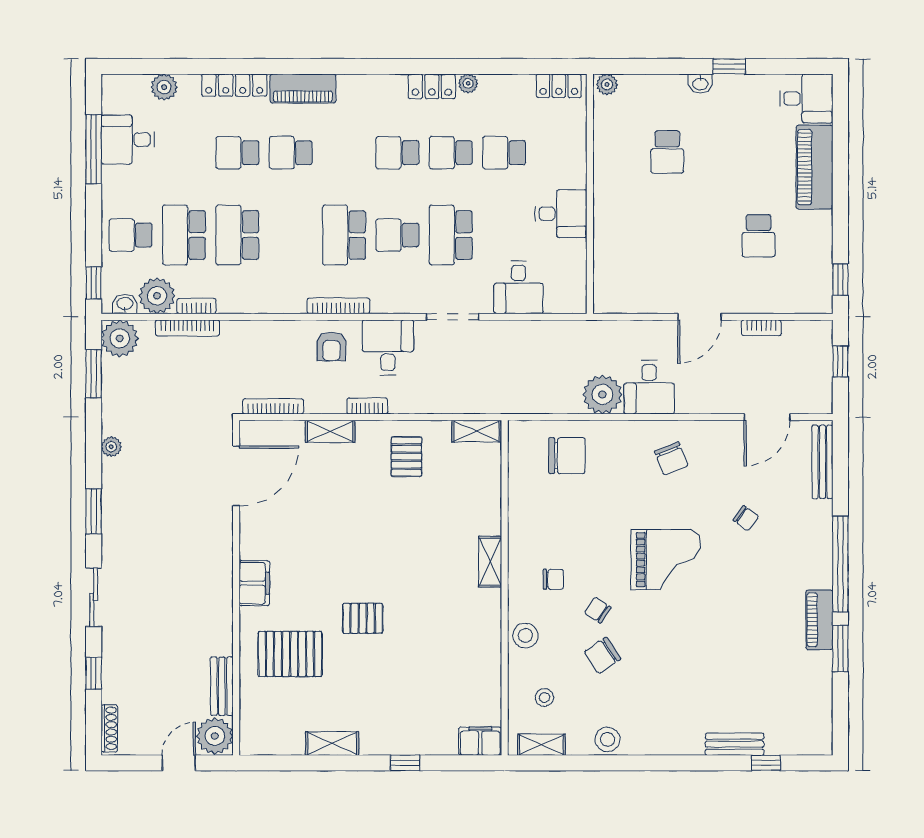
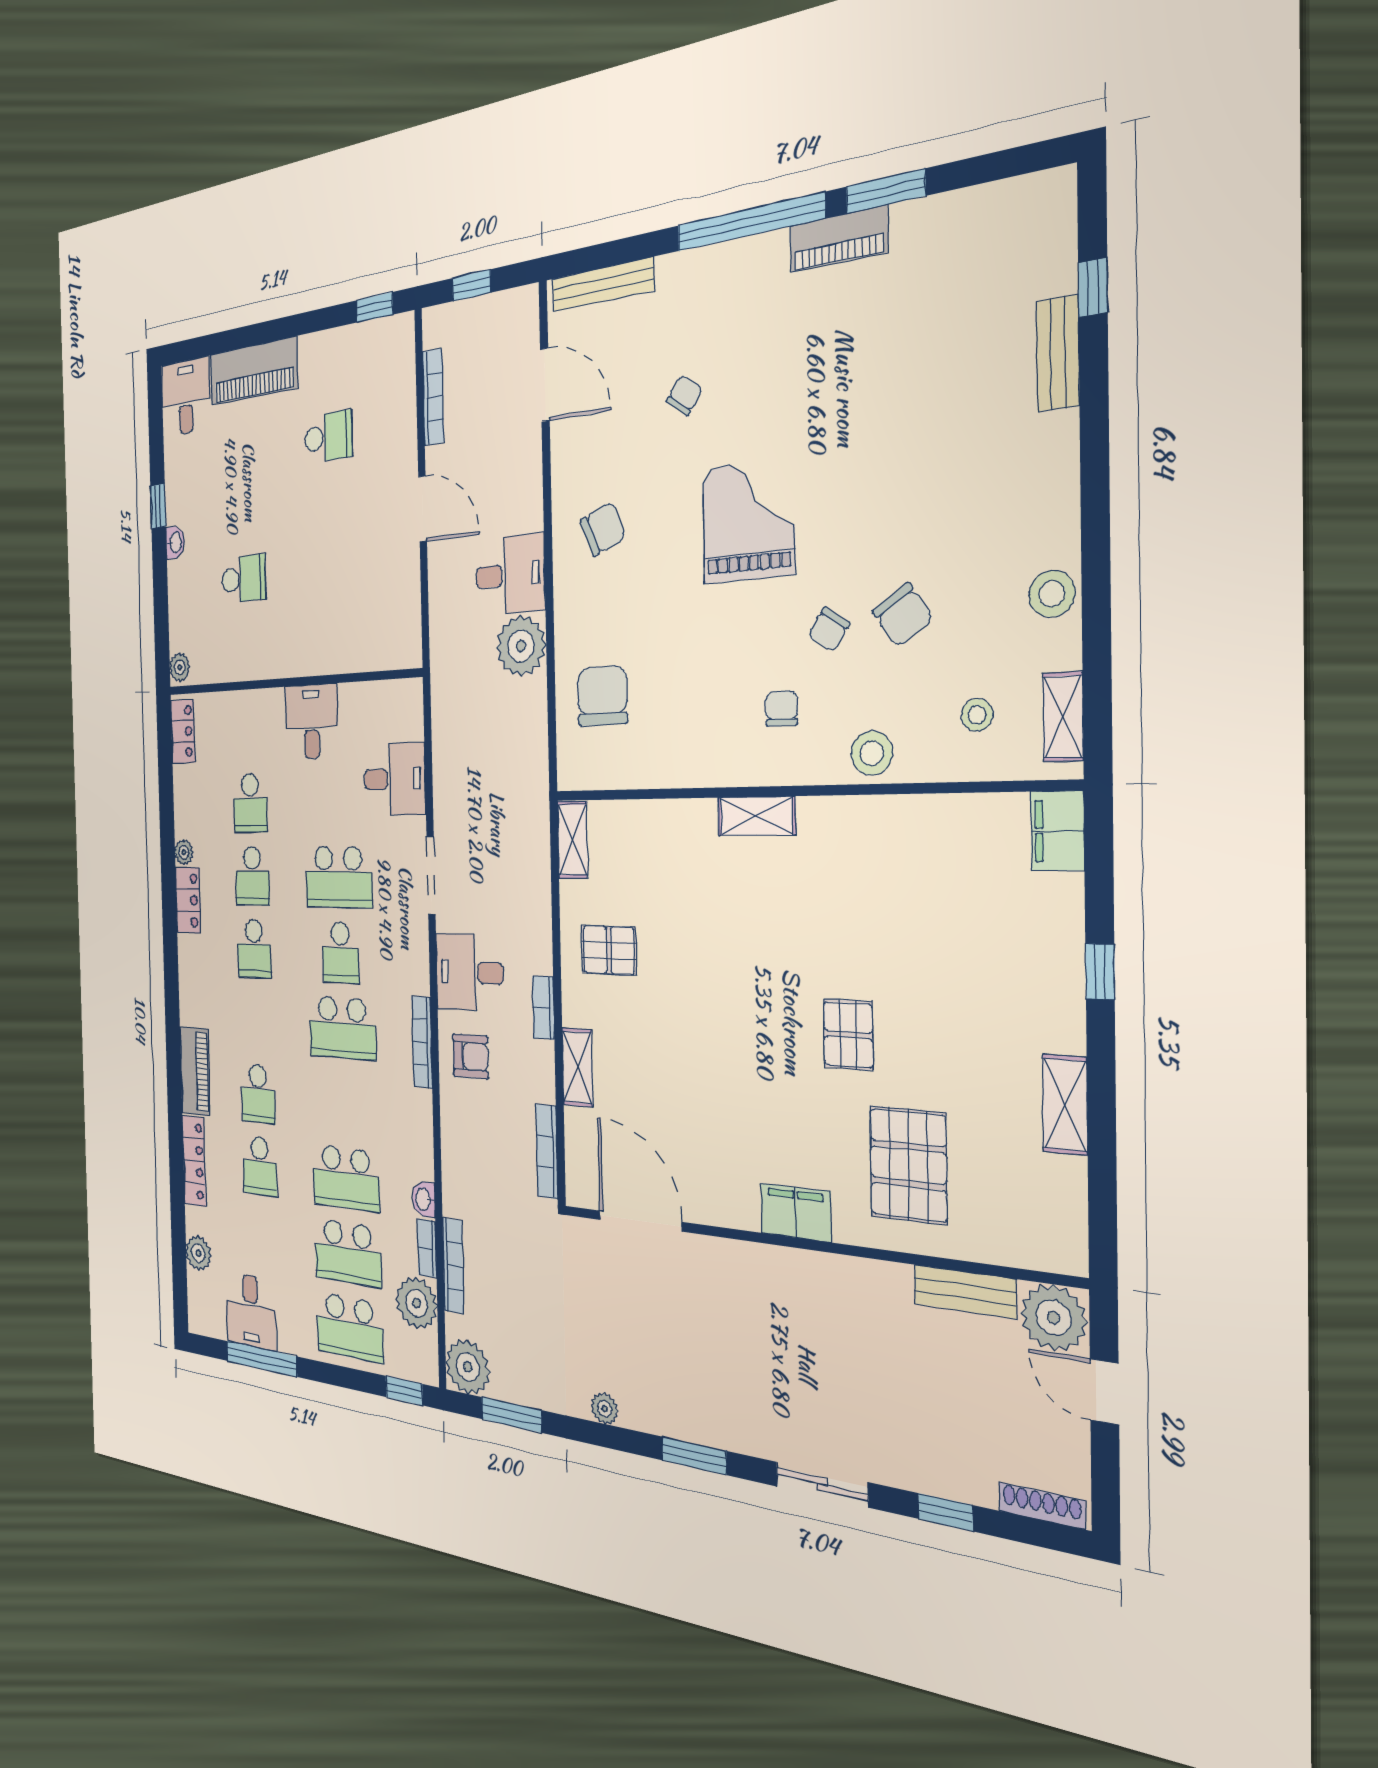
school desk: (131, 235) -> (350, 1327), width x1.85
washbasin: (125, 304) -> (424, 1199), moved
bookcase: (761, 328) -> (433, 397), width x1.56

